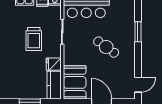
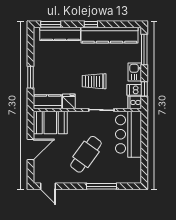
window: (138, 32) -> (101, 186), width x1.44
cafe table: (106, 47) -> (86, 154), width x1.37, depth x1.35

